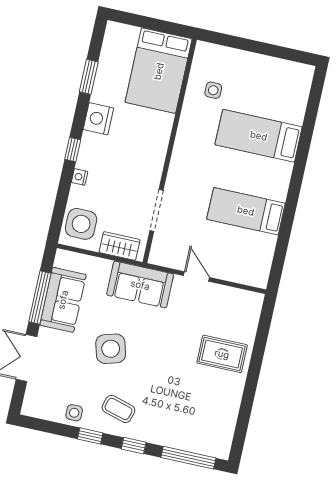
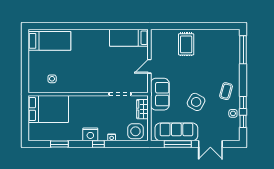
nightstand: (98, 119) -> (90, 134), moved
bed: (259, 136) -> (49, 41), moved, turned -90
bed: (246, 211) -> (129, 38), moved, turned 90
sofa: (63, 300) -> (176, 132), width x1.36
side table: (111, 349) -> (196, 102), turned 45
window: (134, 446) -> (243, 121), moved

